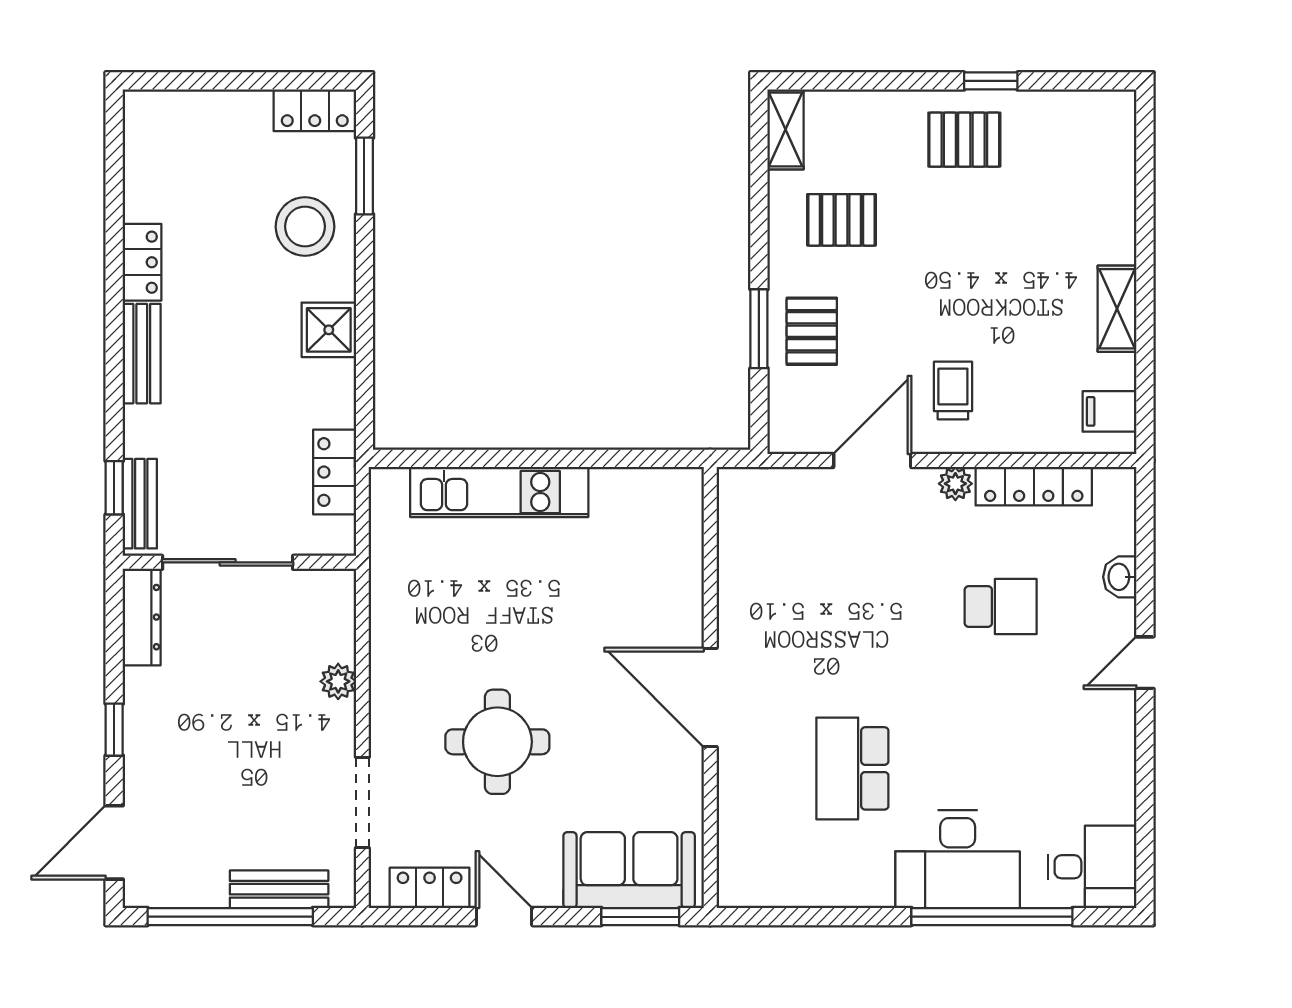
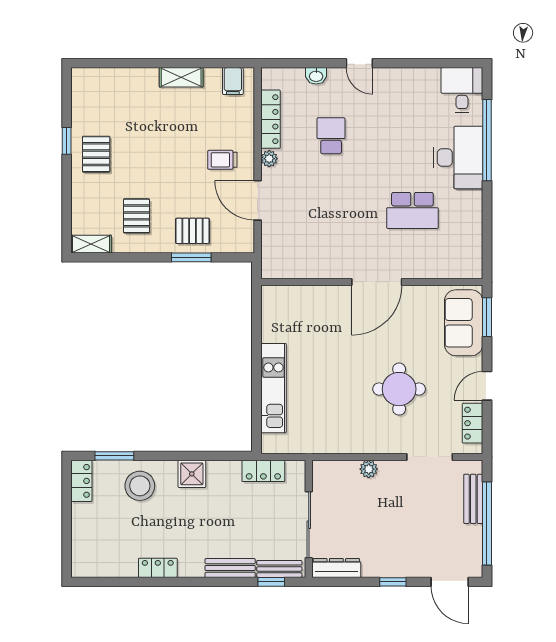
bench: (142, 354) -> (230, 568), moved

